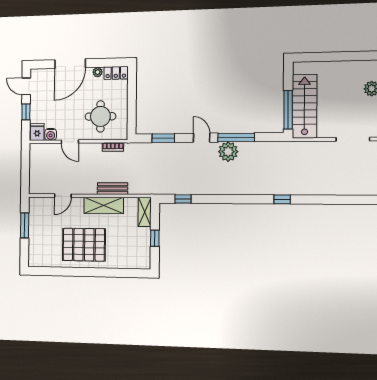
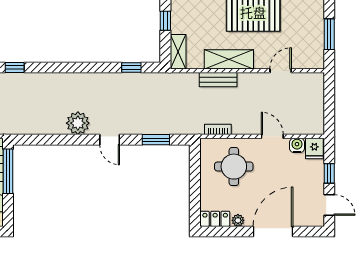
window: (236, 137) -> (69, 140), removed

